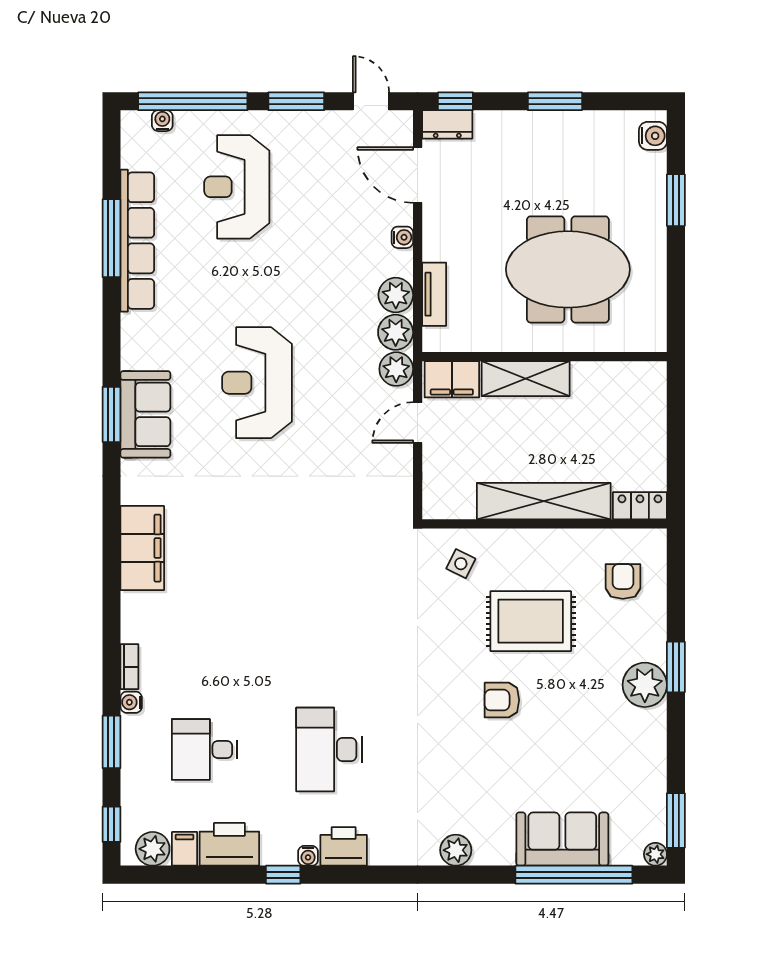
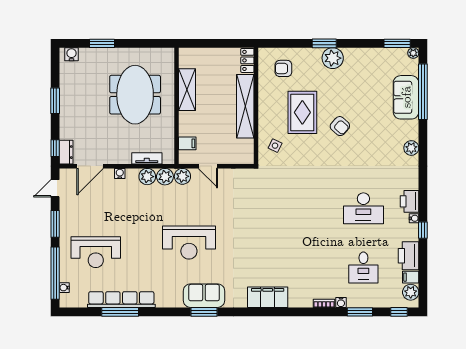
filing cabinet: (452, 379) -> (187, 143), width x0.50
shelving: (526, 379) -> (187, 90), moved
armchair: (502, 700) -> (340, 126), turned -48

